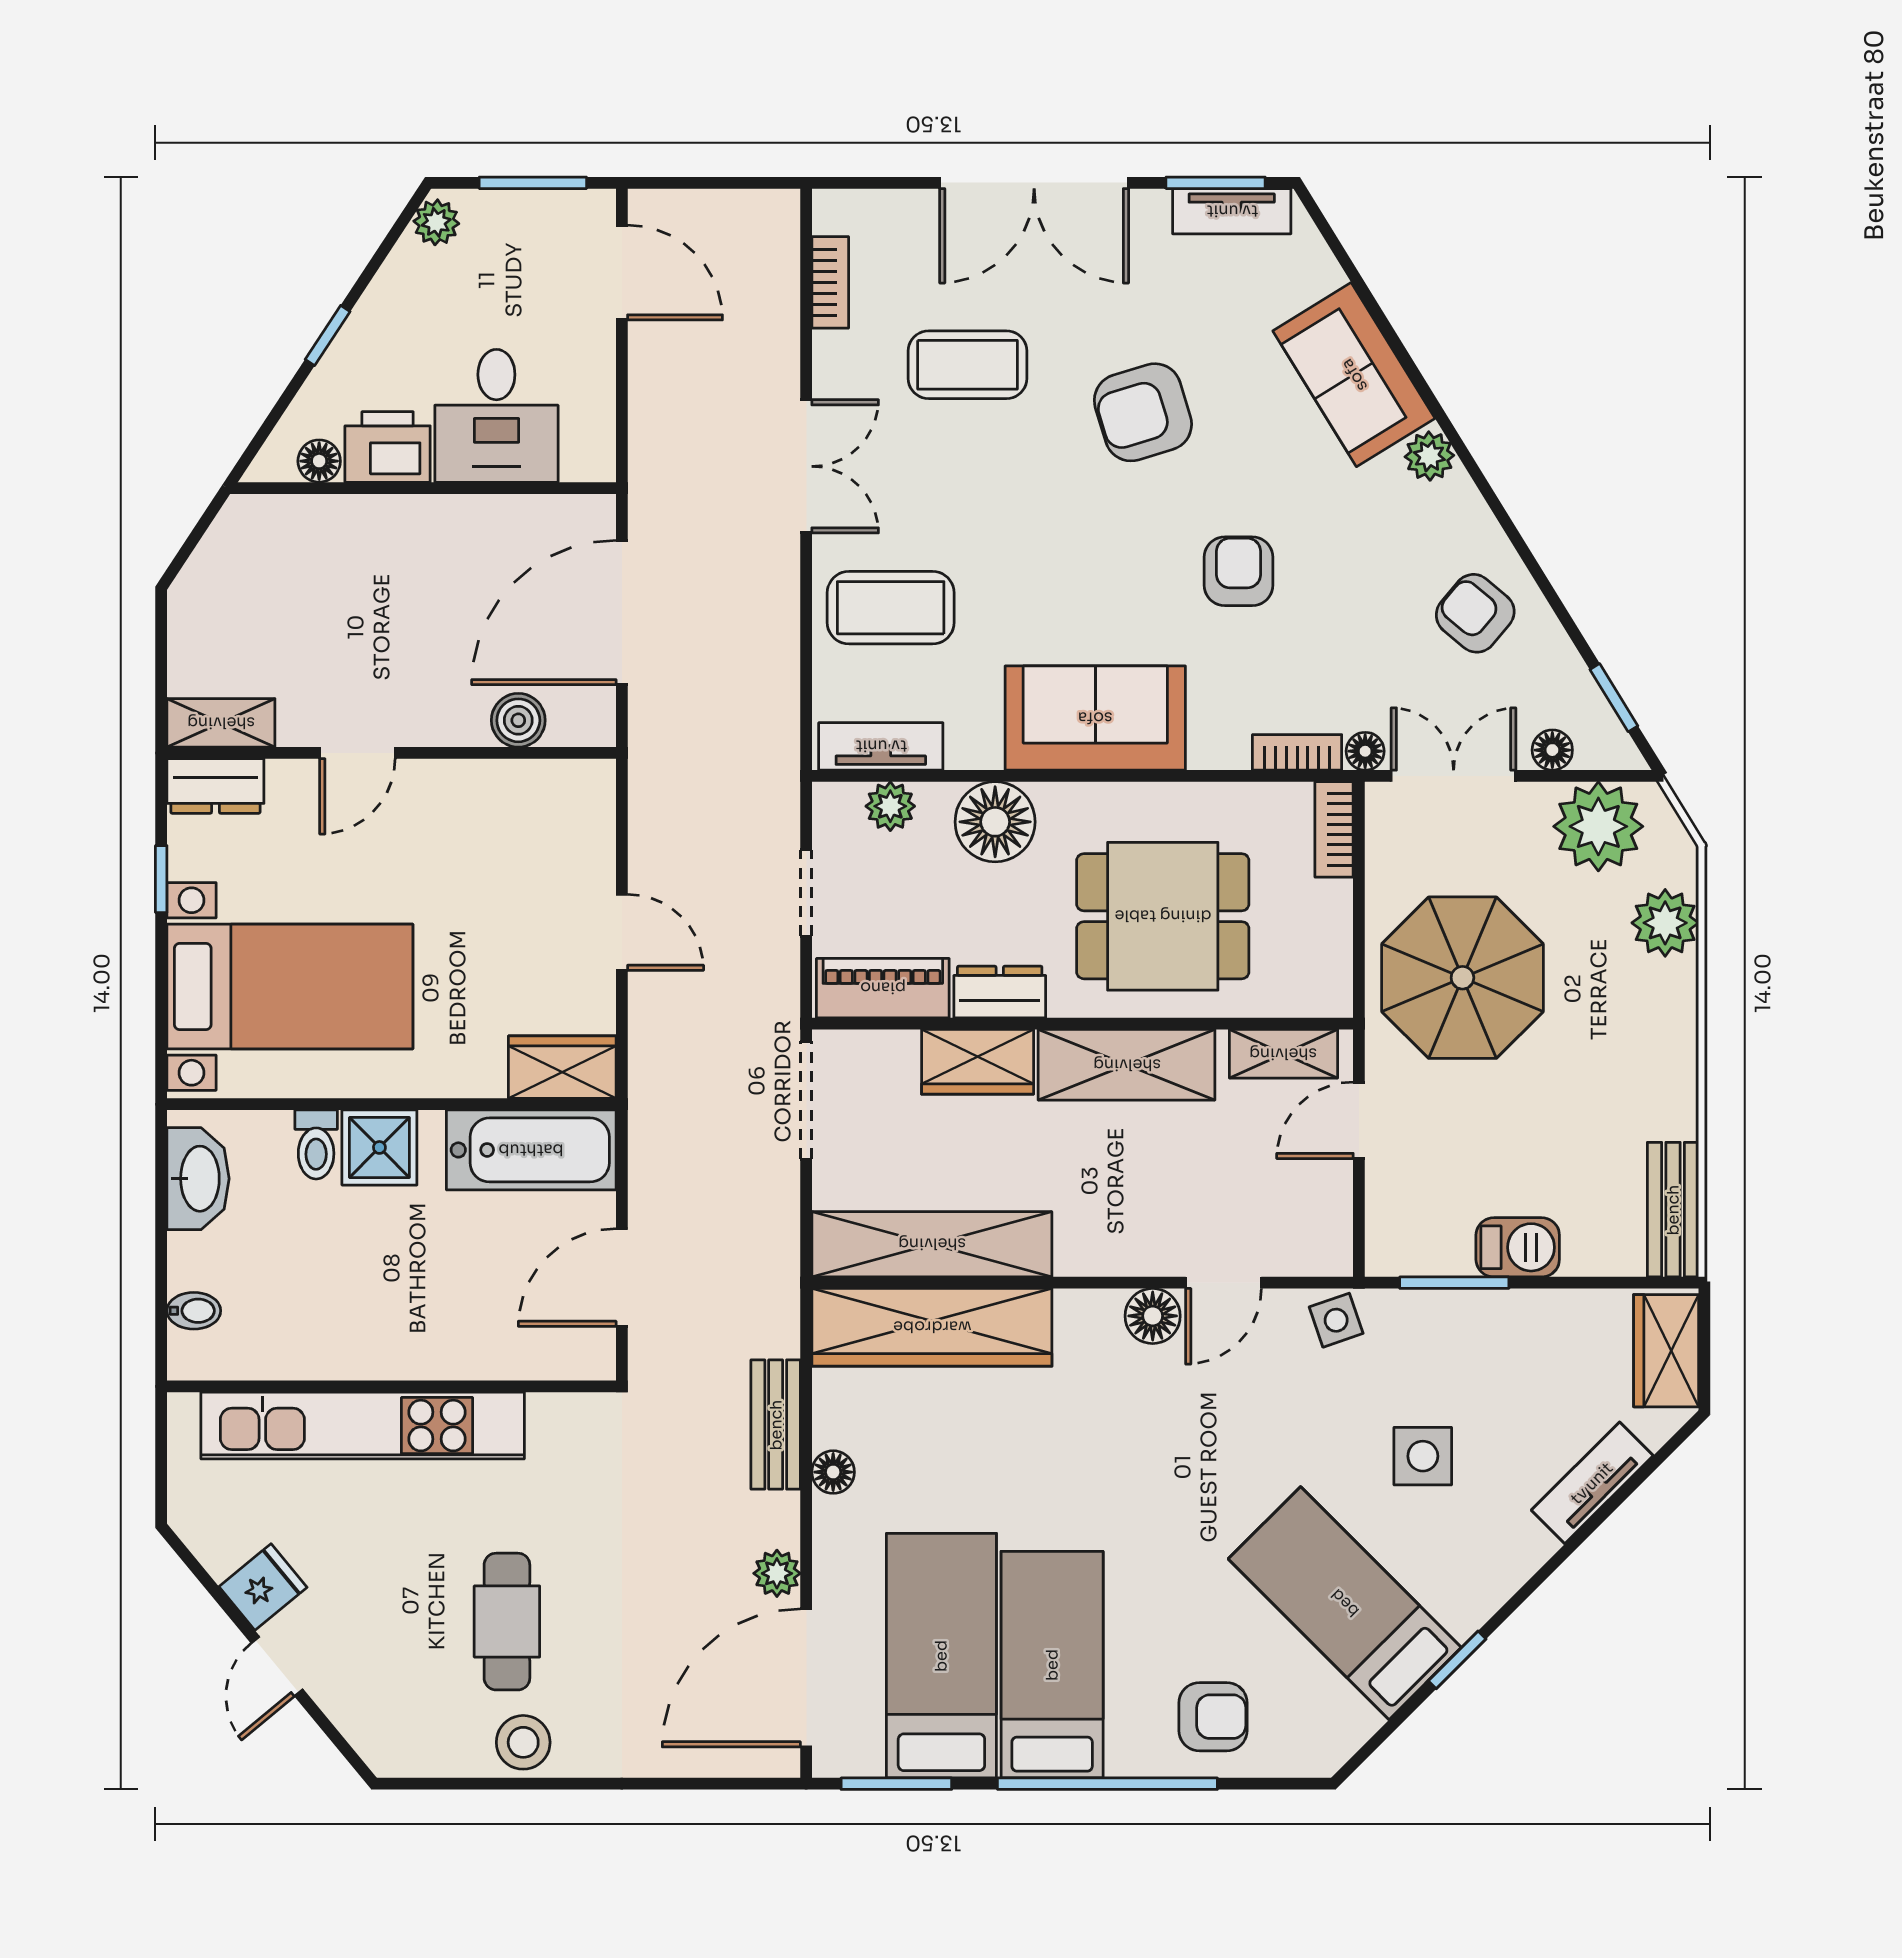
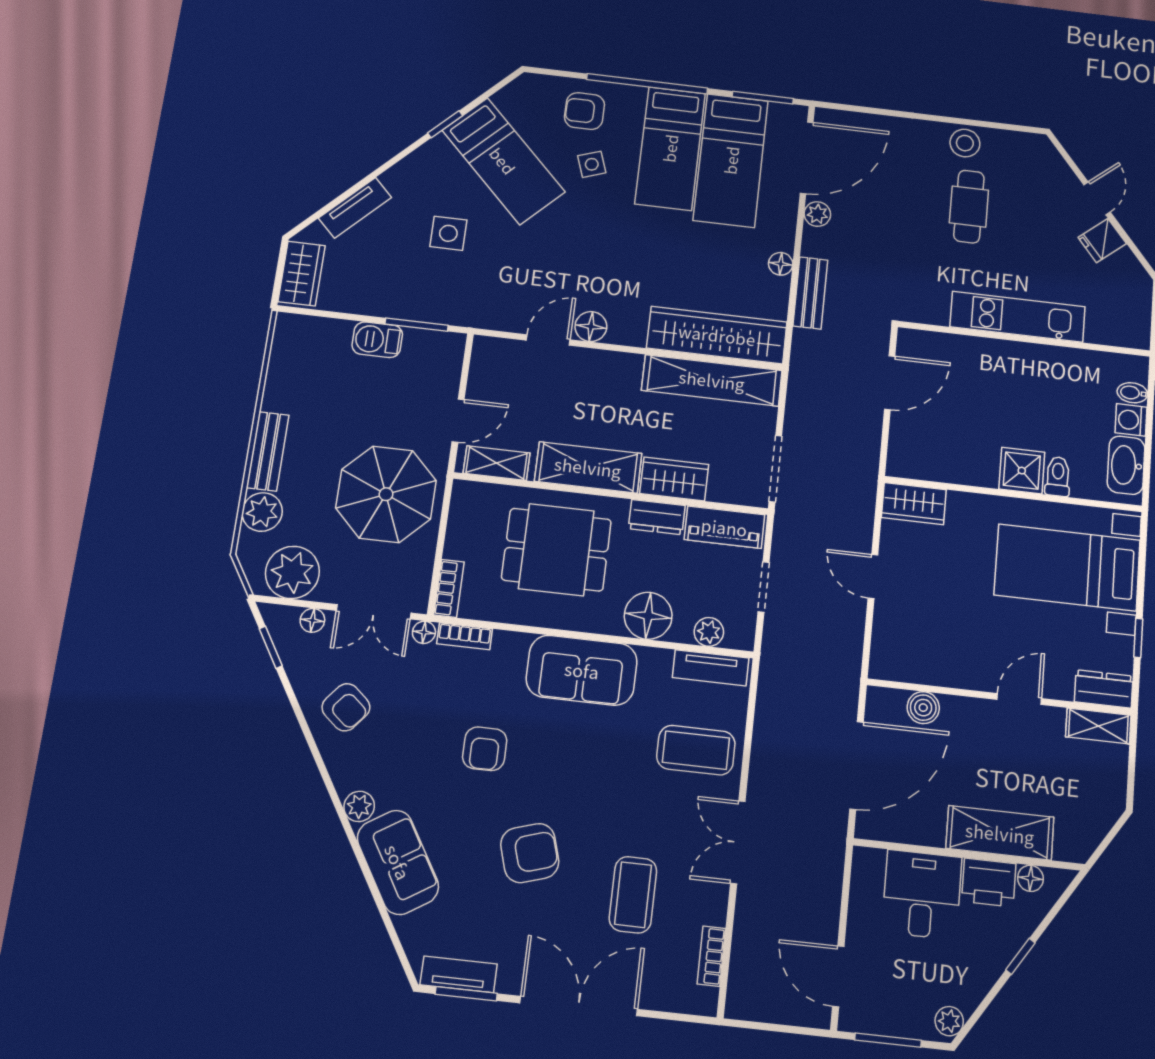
coffee table: (968, 365) -> (633, 895), turned 90
shelving: (375, 529) -> (1000, 833), added
bathtub: (531, 1150) -> (935, 459), removed
bench: (1673, 1210) -> (268, 451), moved
washing machine: (194, 1261) -> (1131, 420), added
side table: (1336, 1320) -> (592, 164), moved
kitchen unit: (363, 1426) -> (1017, 317), width x0.73

